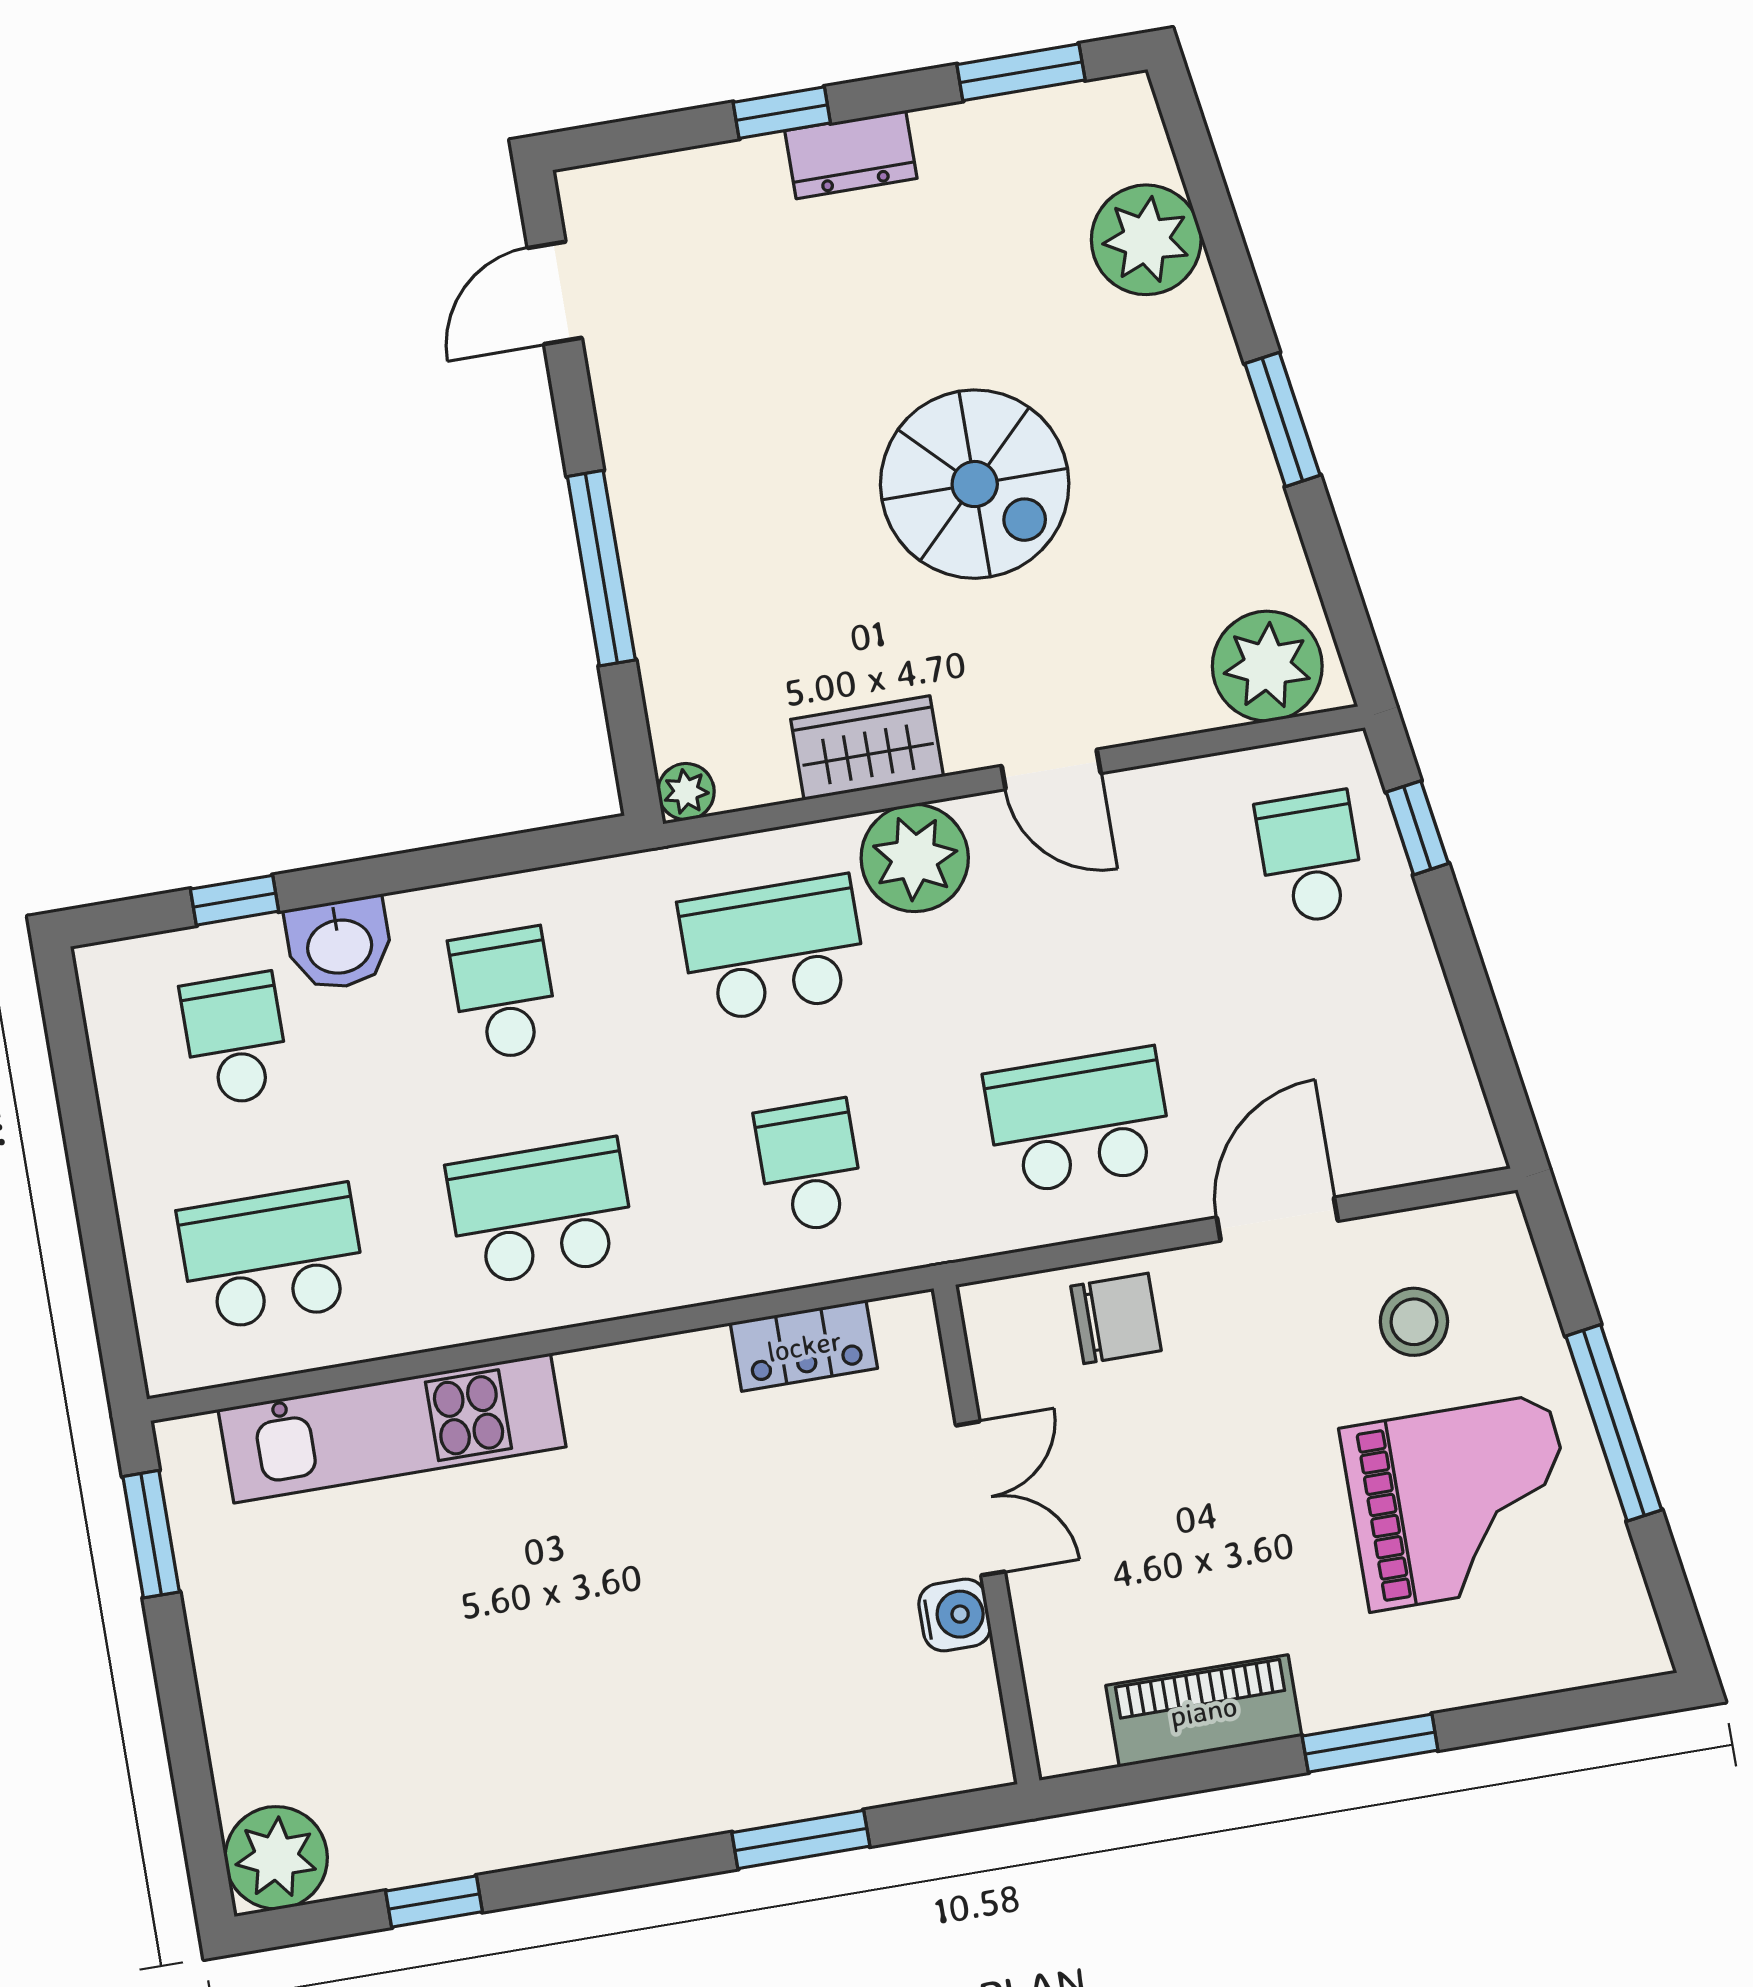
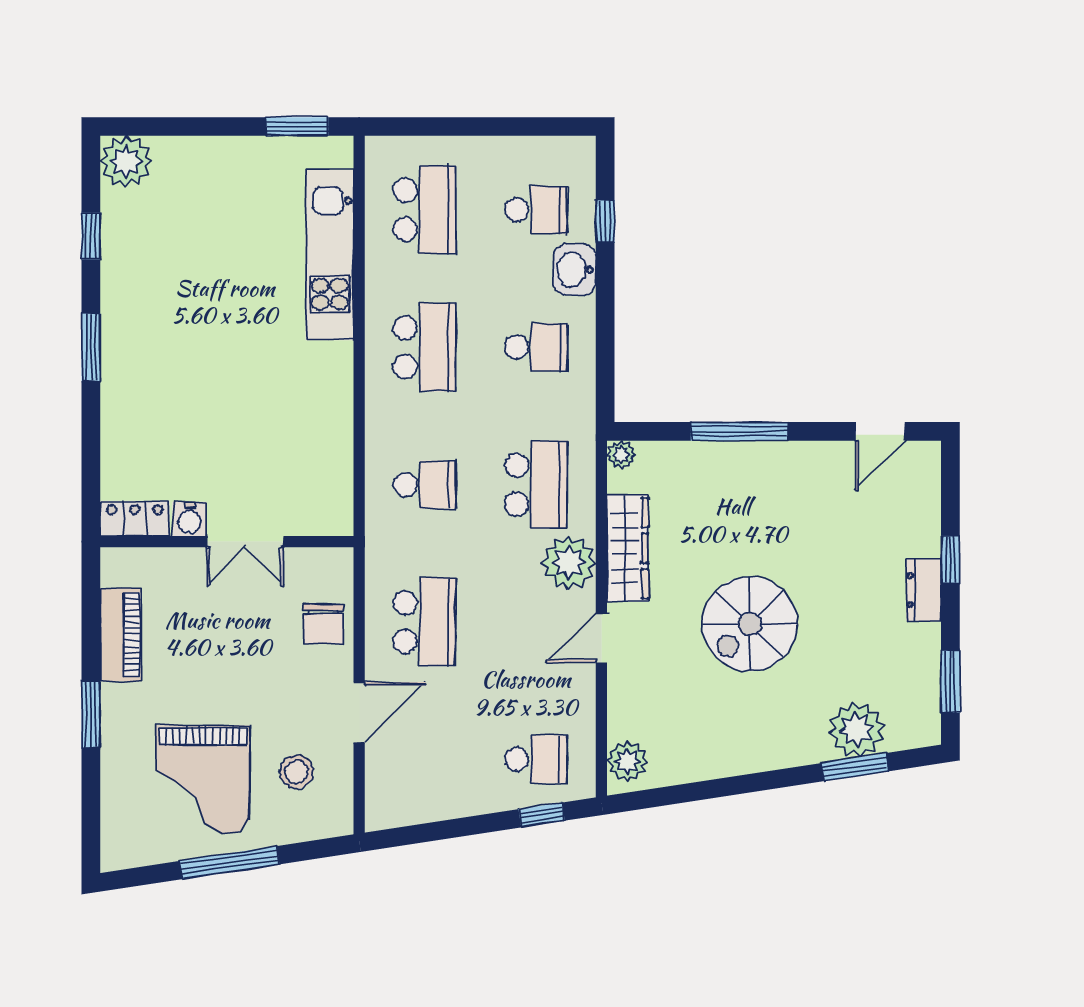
door: (555, 293) -> (880, 431), swing flipped
window: (1282, 419) -> (855, 767), moved
plant: (1267, 666) -> (627, 761), width x0.73, depth x0.73
wardrobe: (867, 748) -> (628, 548), width x1.50
door: (1277, 1219) -> (359, 713), hinge flipped
locker: (804, 1346) -> (135, 518), moved, turned 90
window: (801, 1839) -> (91, 347), moved

